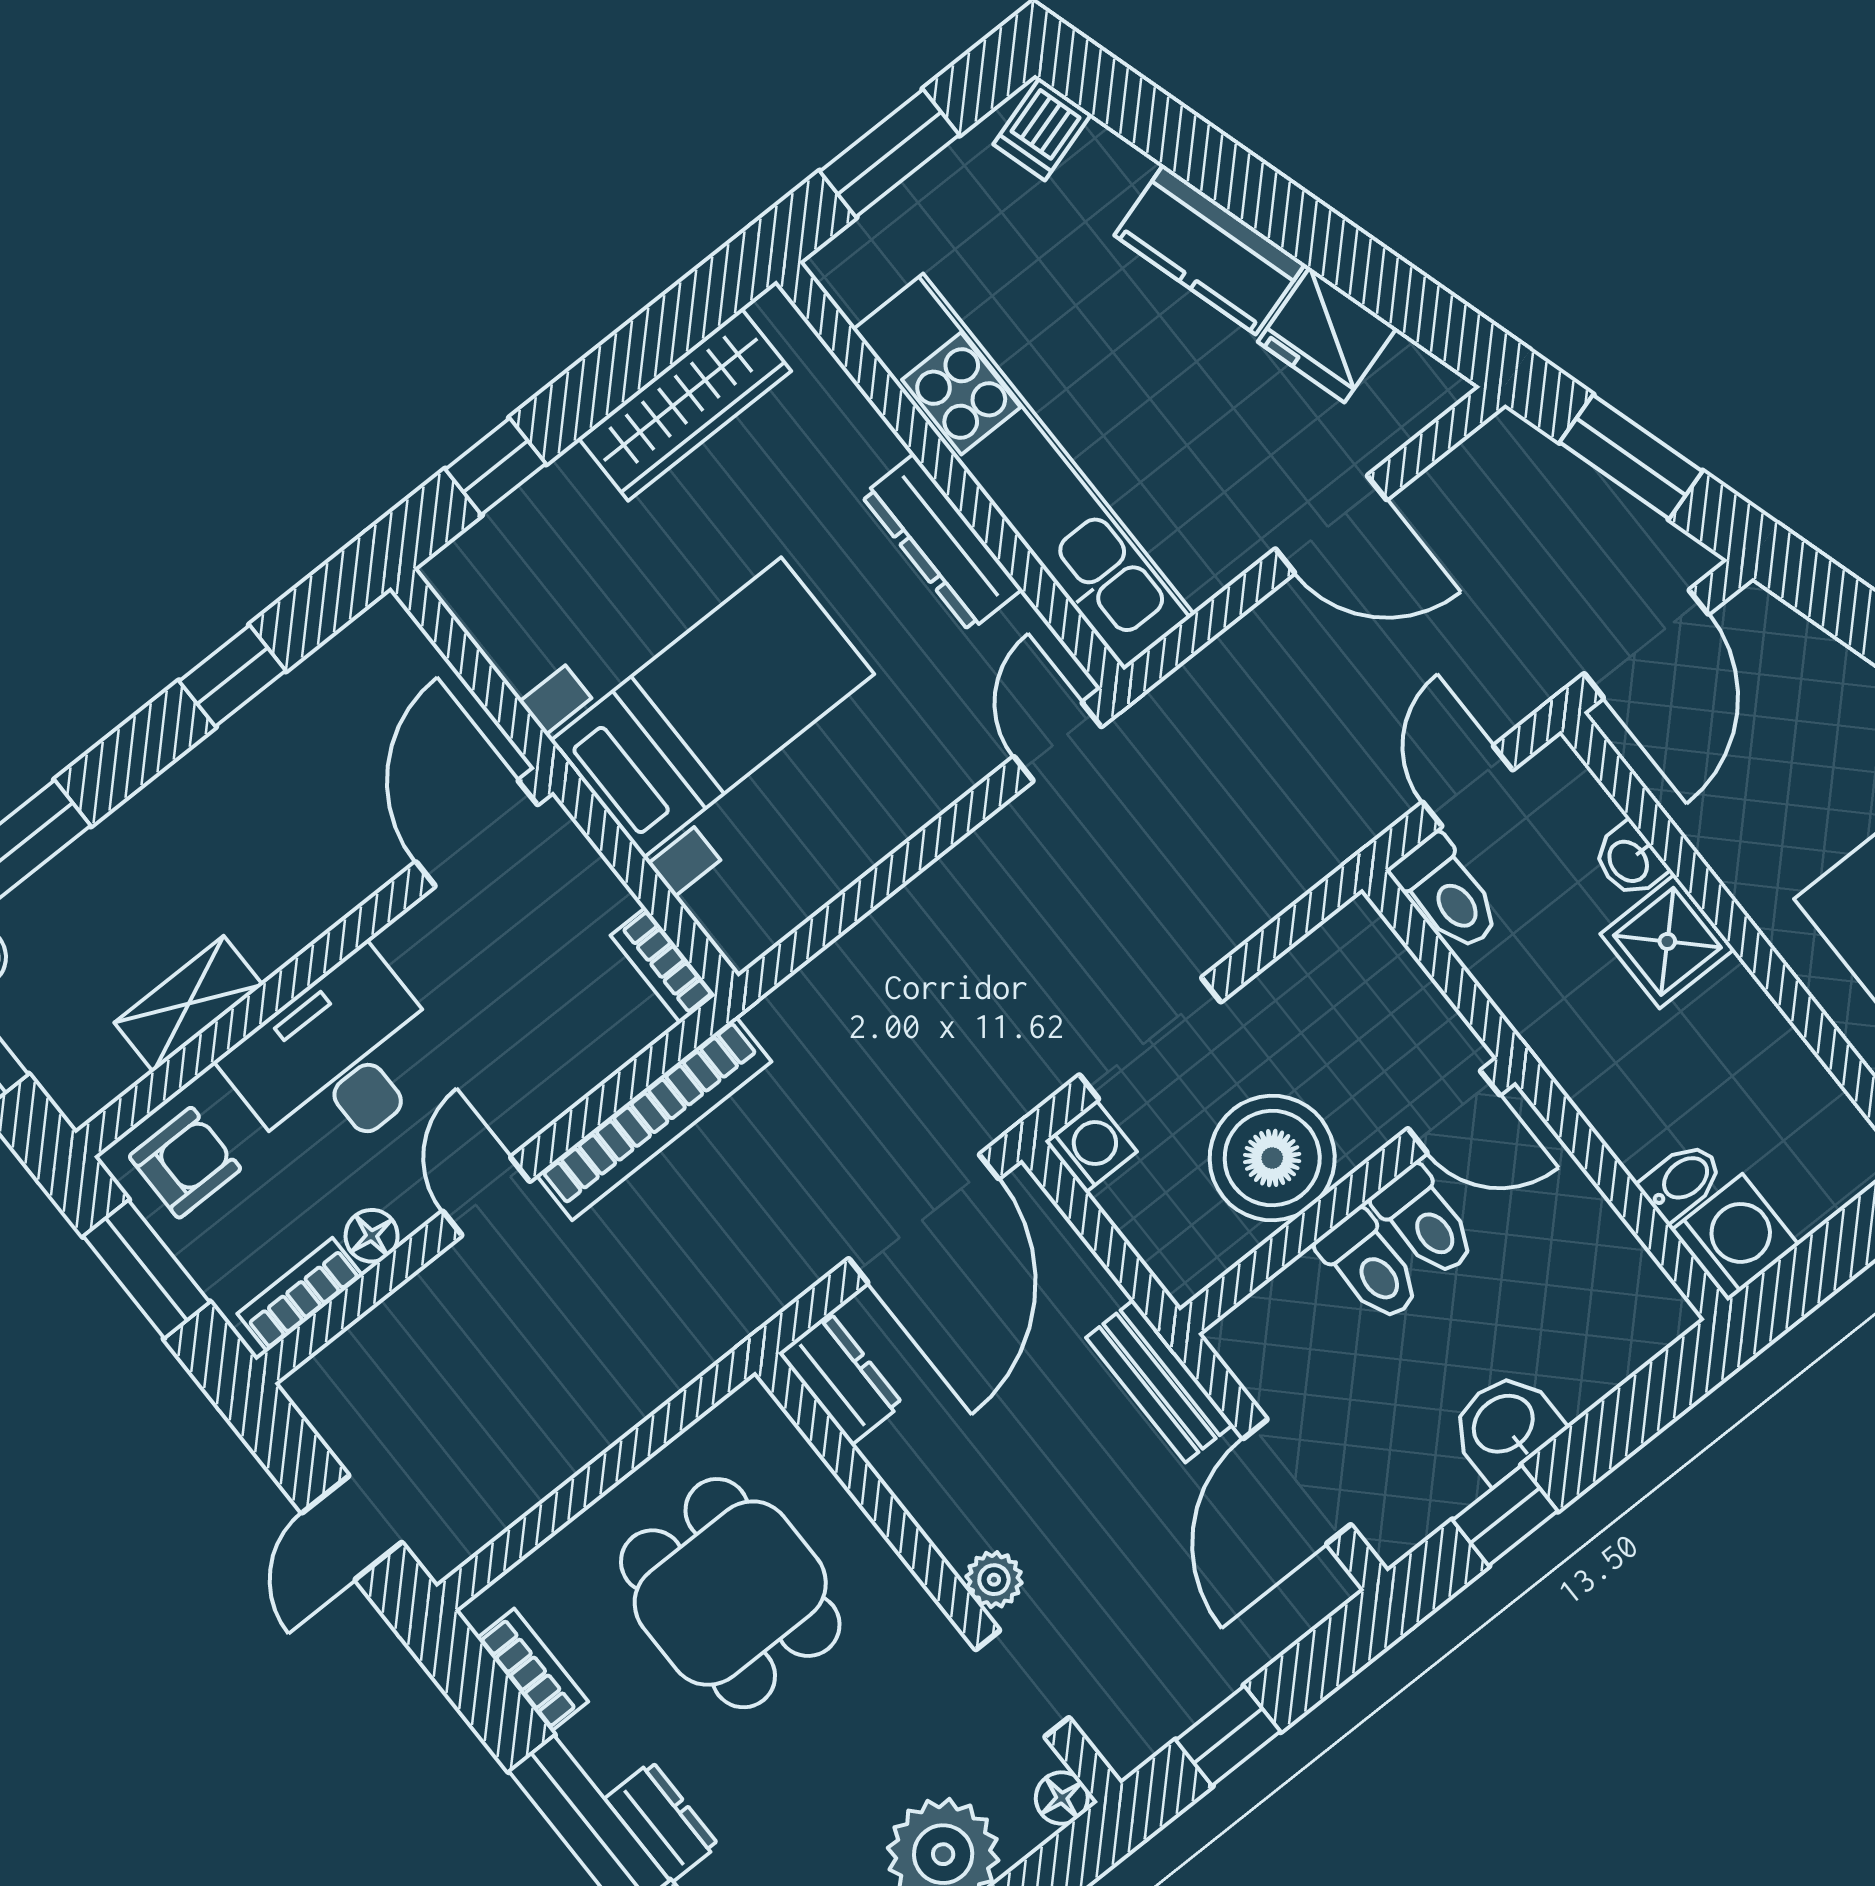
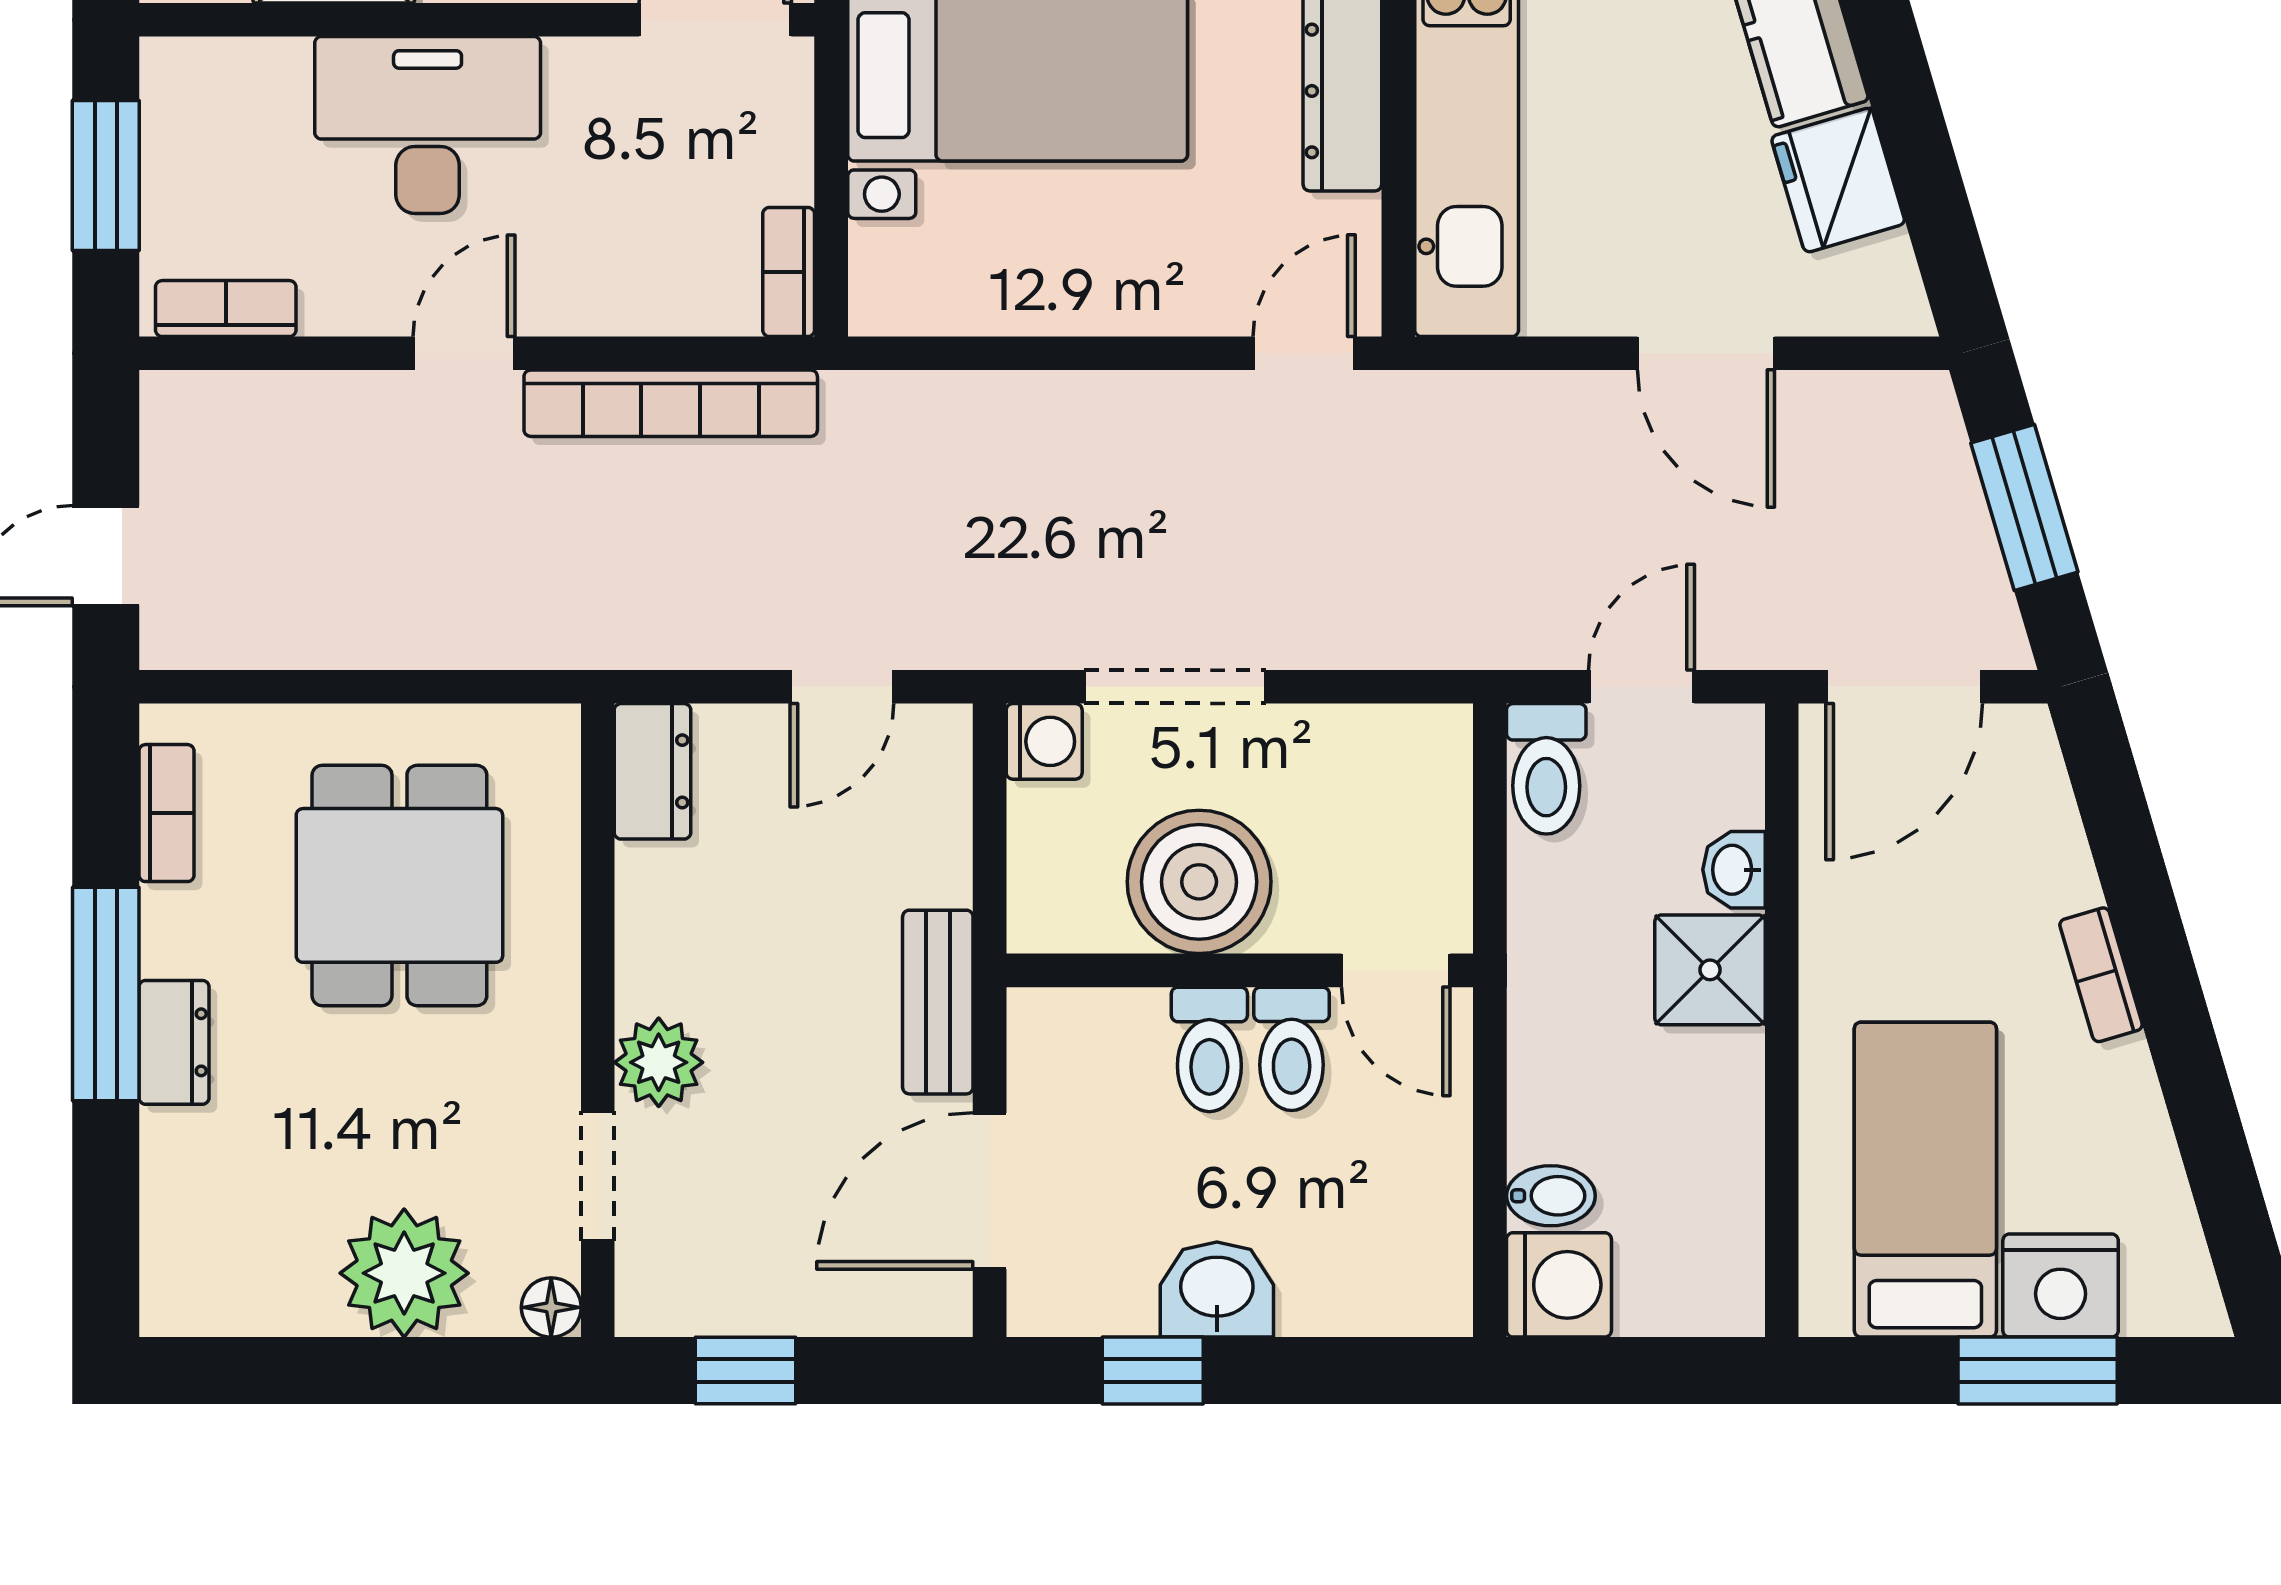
armchair: (185, 1163) -> (217, 107), removed
door: (924, 1219) -> (842, 687), width x0.53
floor lamp: (372, 1236) -> (332, 307), removed
plant: (994, 1580) -> (659, 1062), width x1.38, depth x1.38

